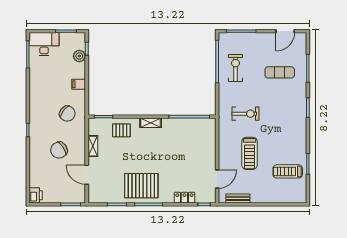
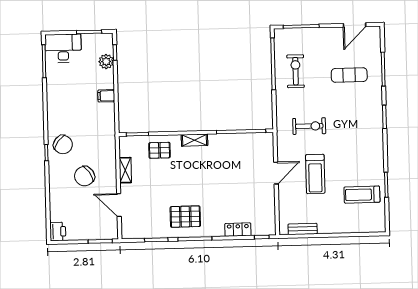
chair: (67, 114) -> (63, 145), moved
door: (217, 179) -> (276, 173), moved
pallet: (141, 186) -> (185, 217), width x0.73, depth x0.71

